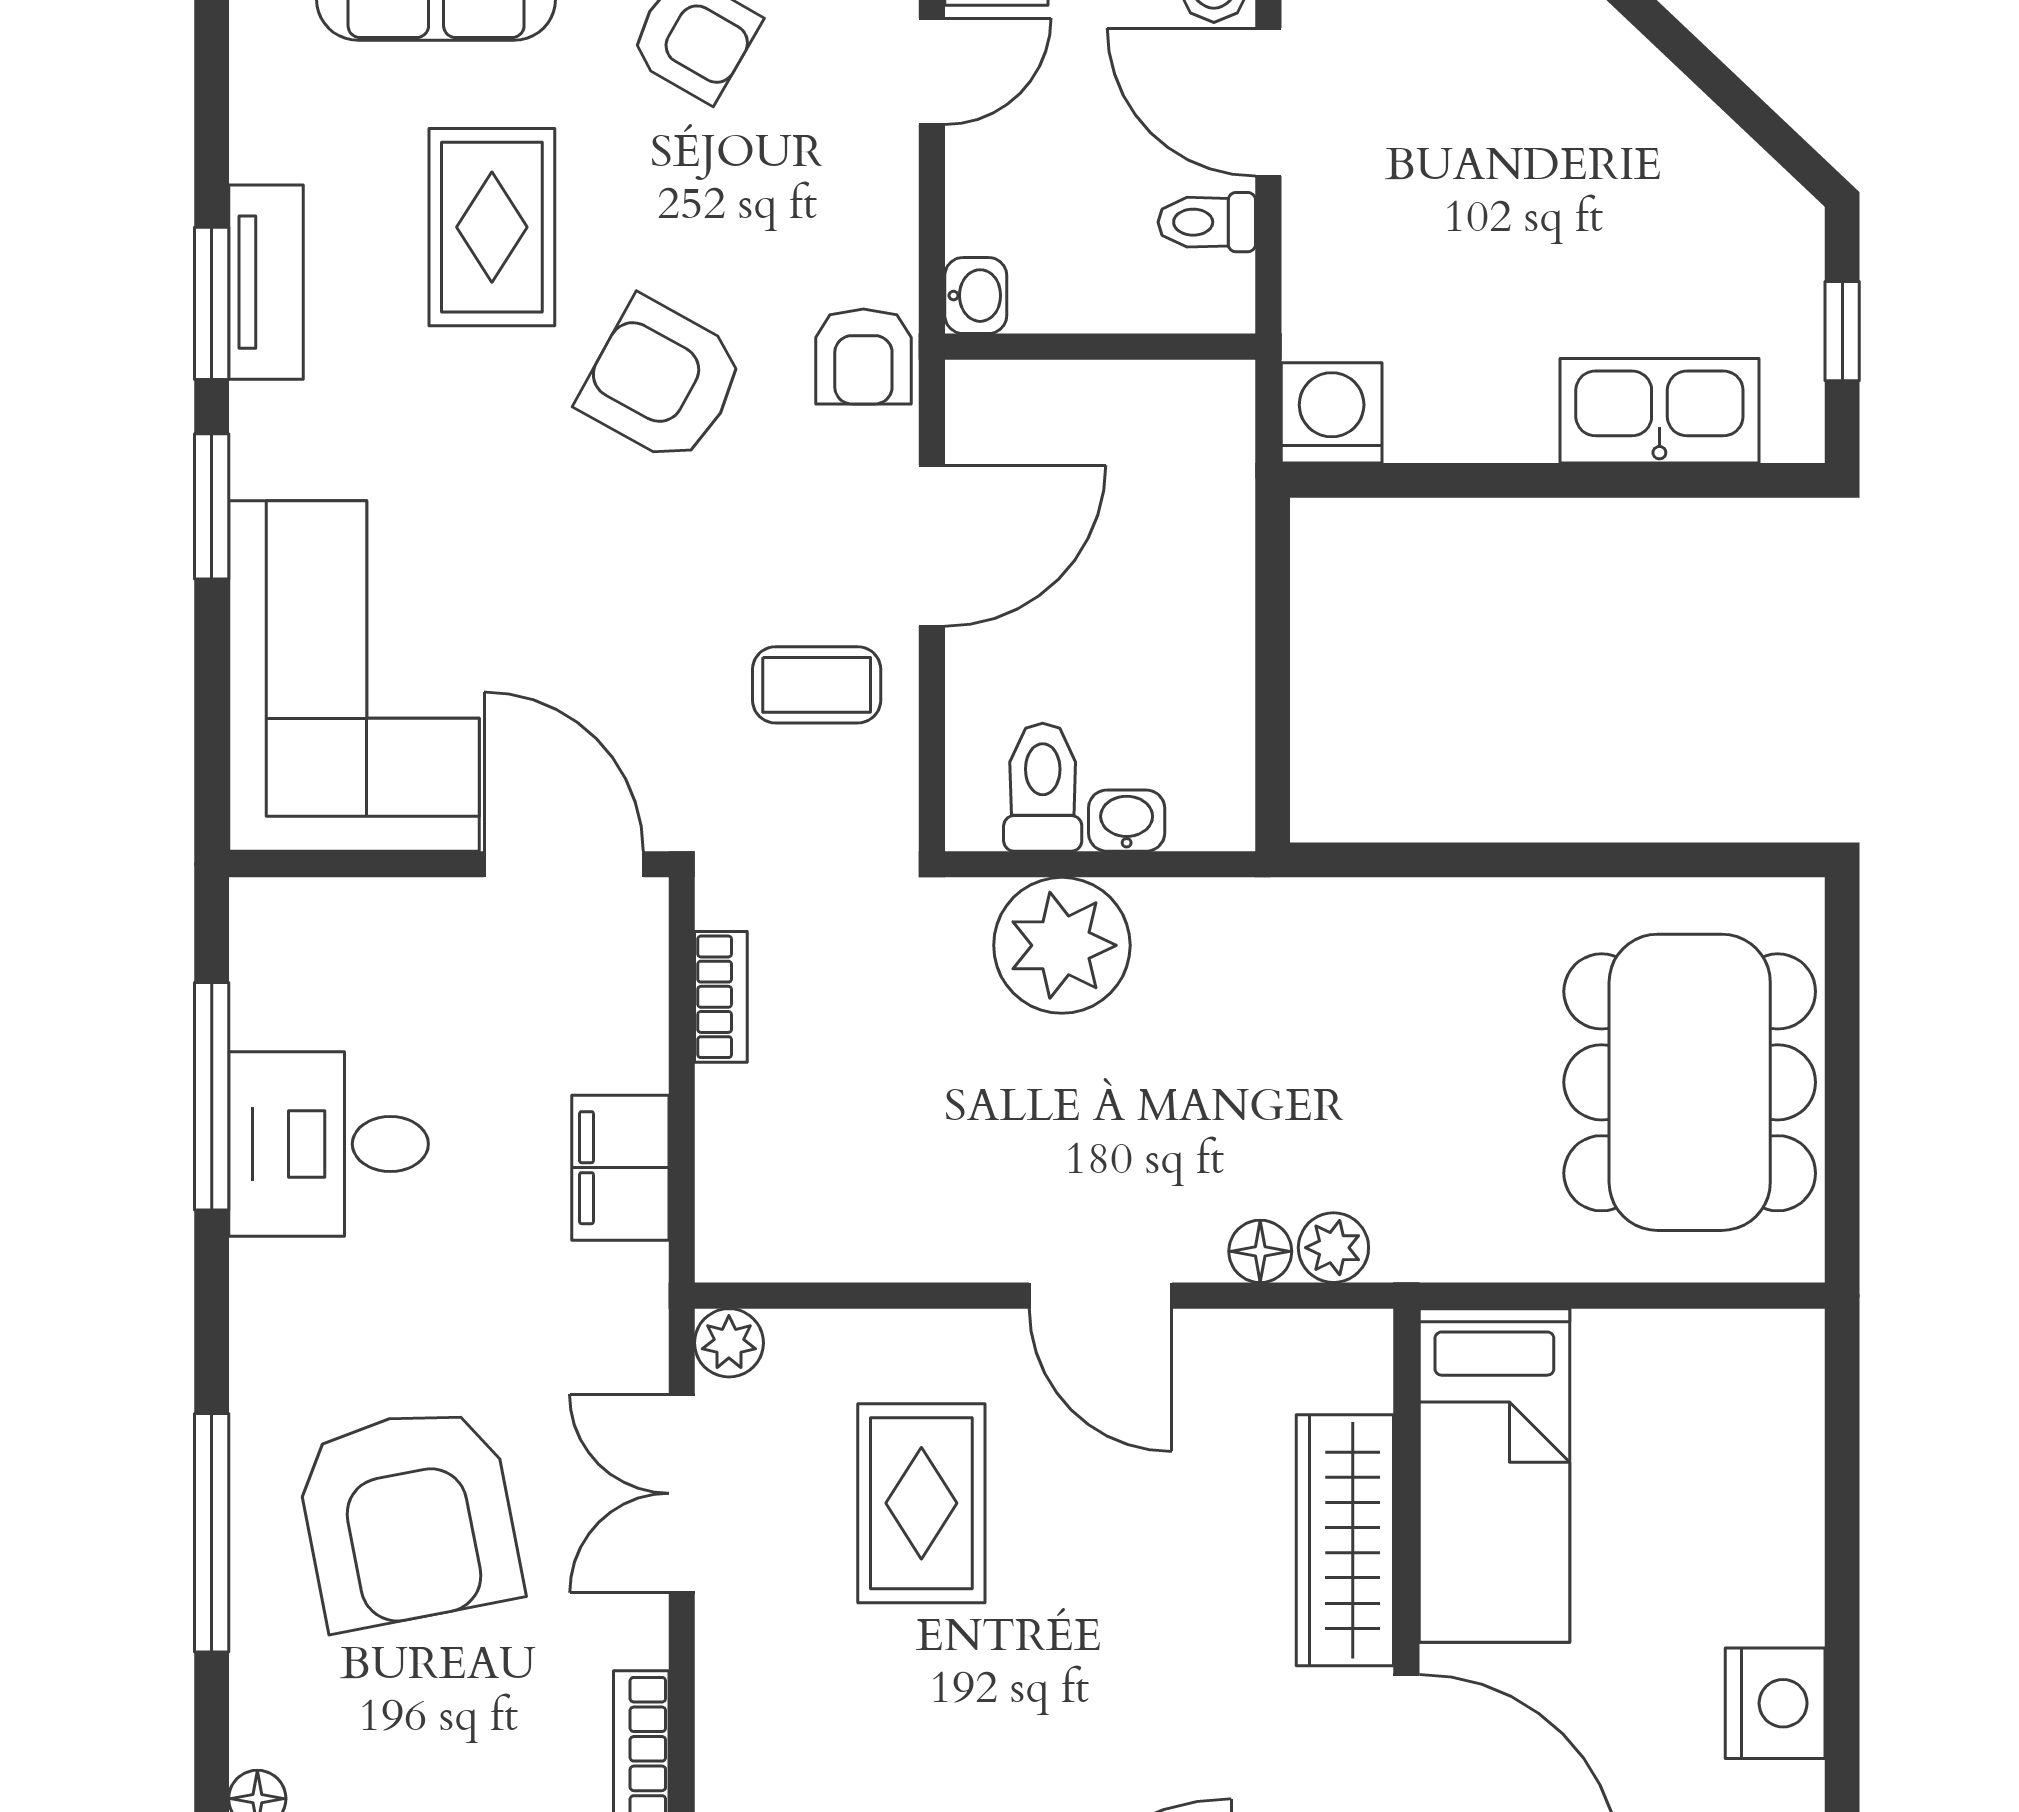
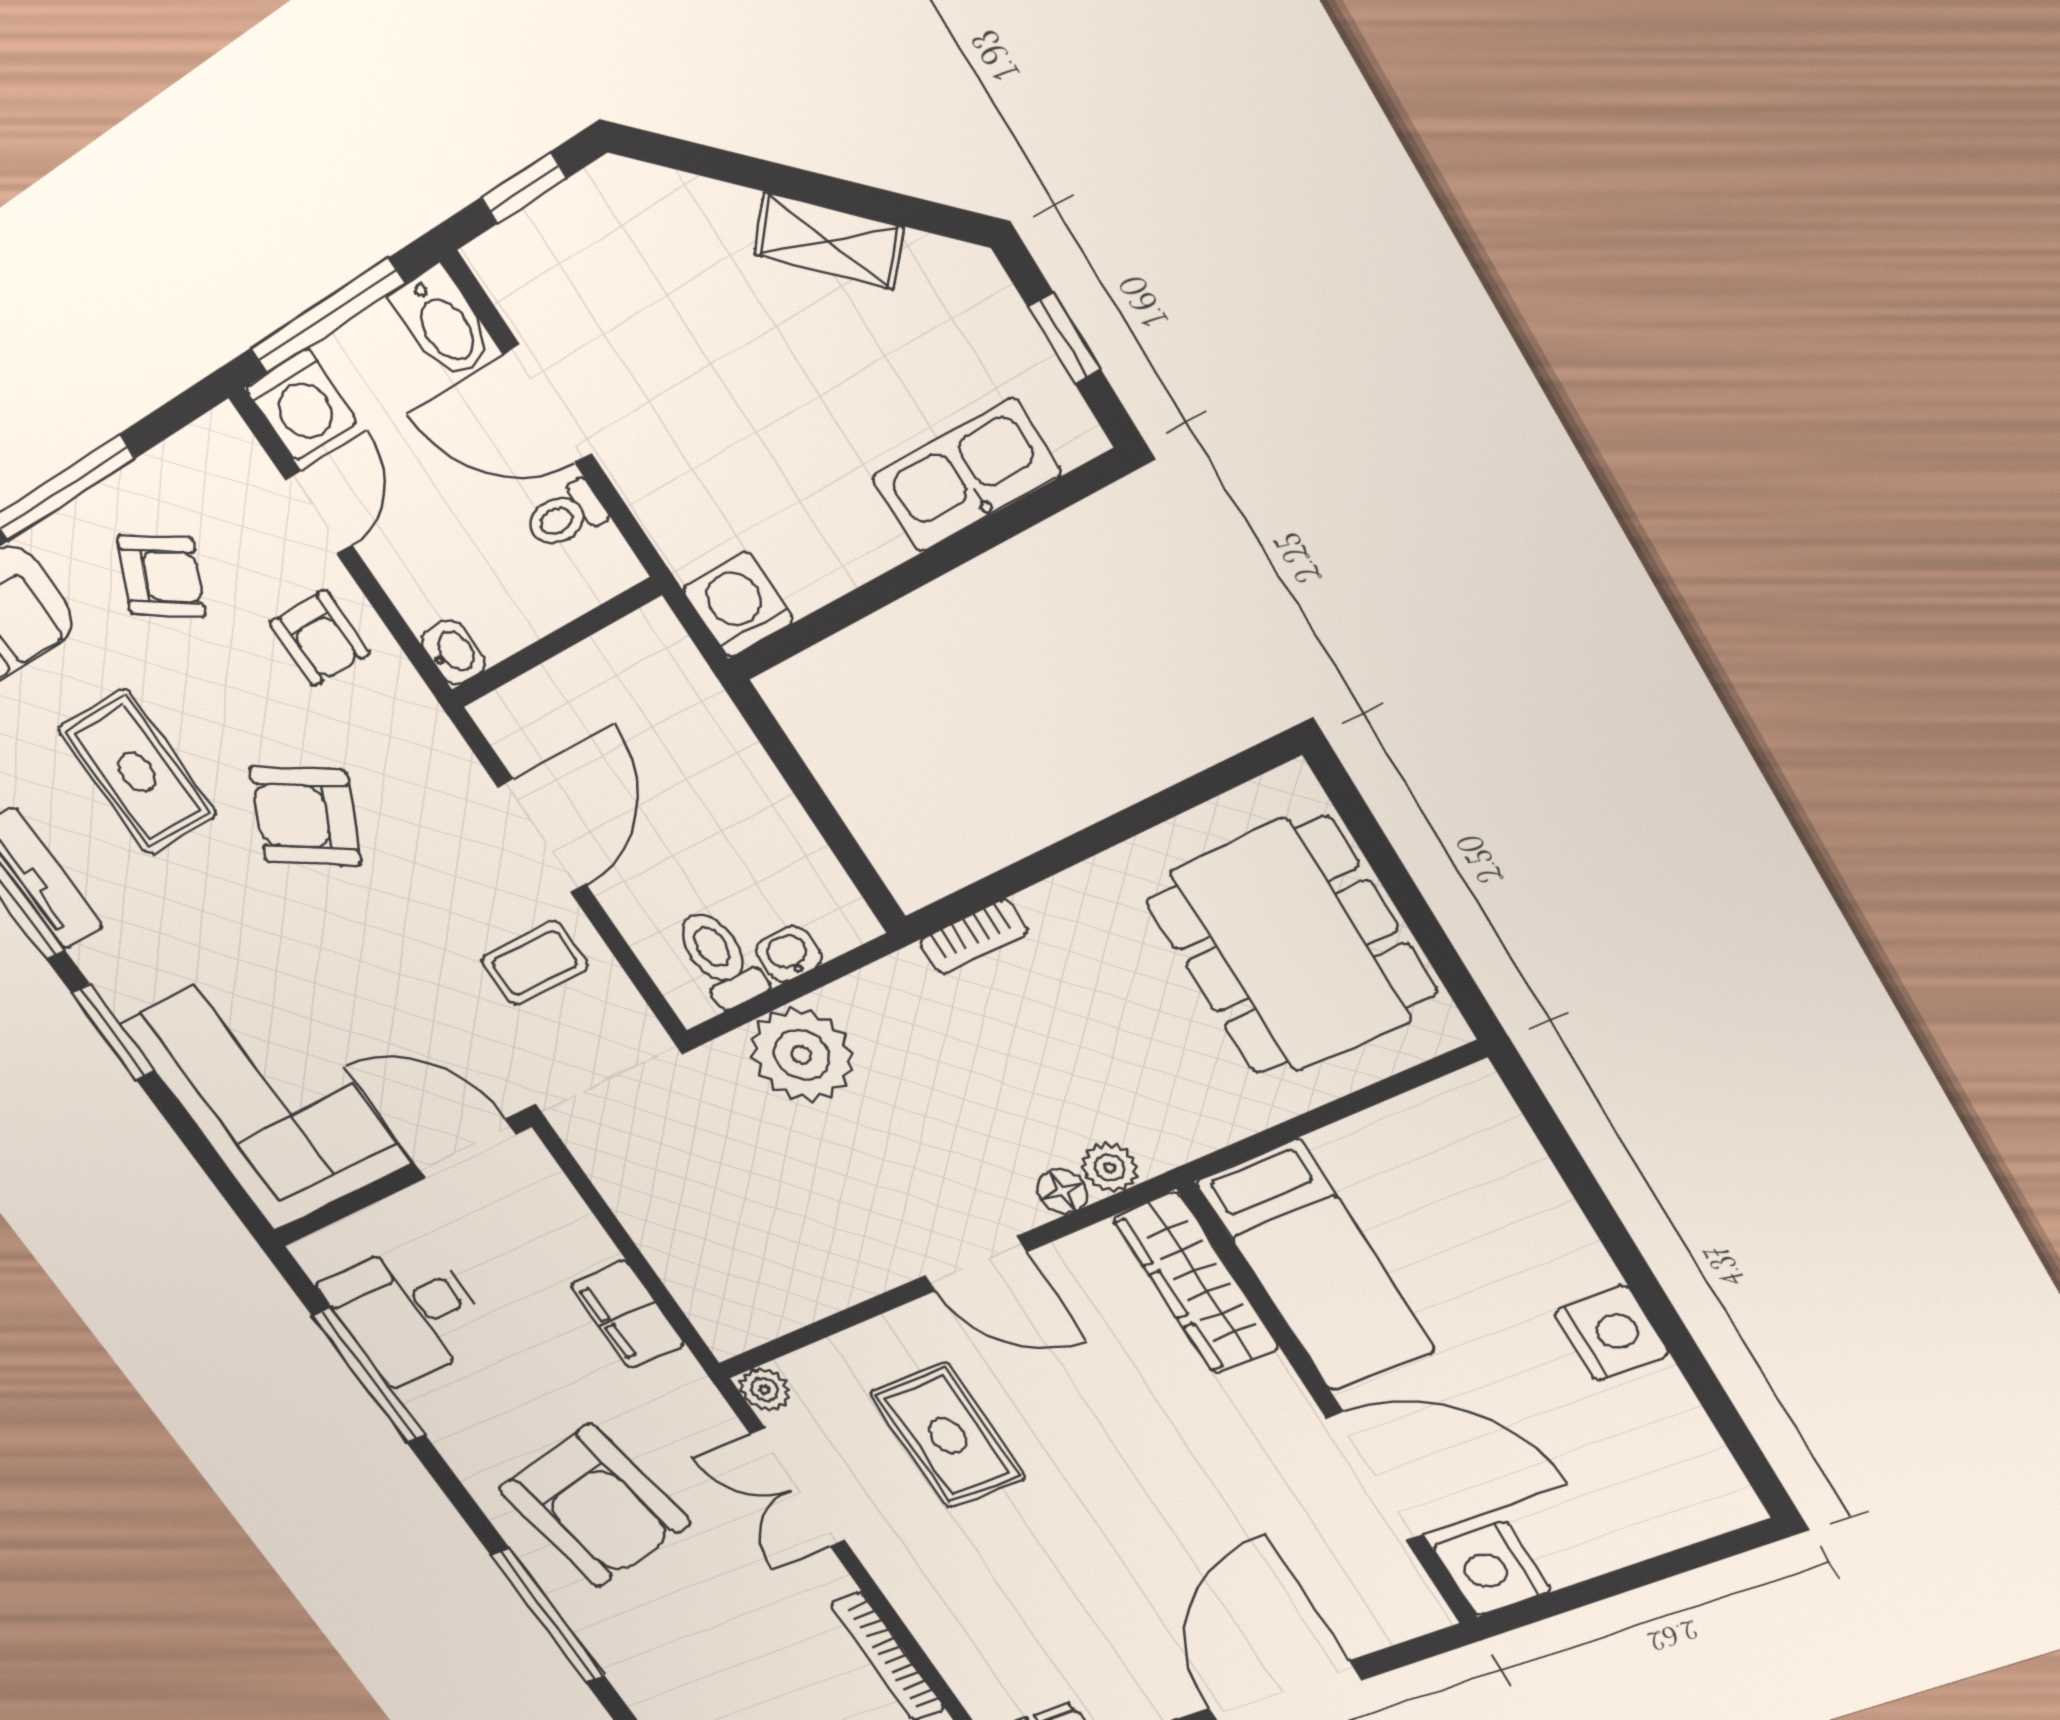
shelving: (1669, 110) -> (829, 241), added
armchair: (863, 356) -> (320, 638), moved
bookcase: (721, 997) -> (974, 937), moved, turned 90
desk: (329, 1144) -> (407, 1313), moved
armchair: (409, 1517) -> (594, 1506), moved
wardrobe: (1345, 1540) -> (1196, 1284), moved

